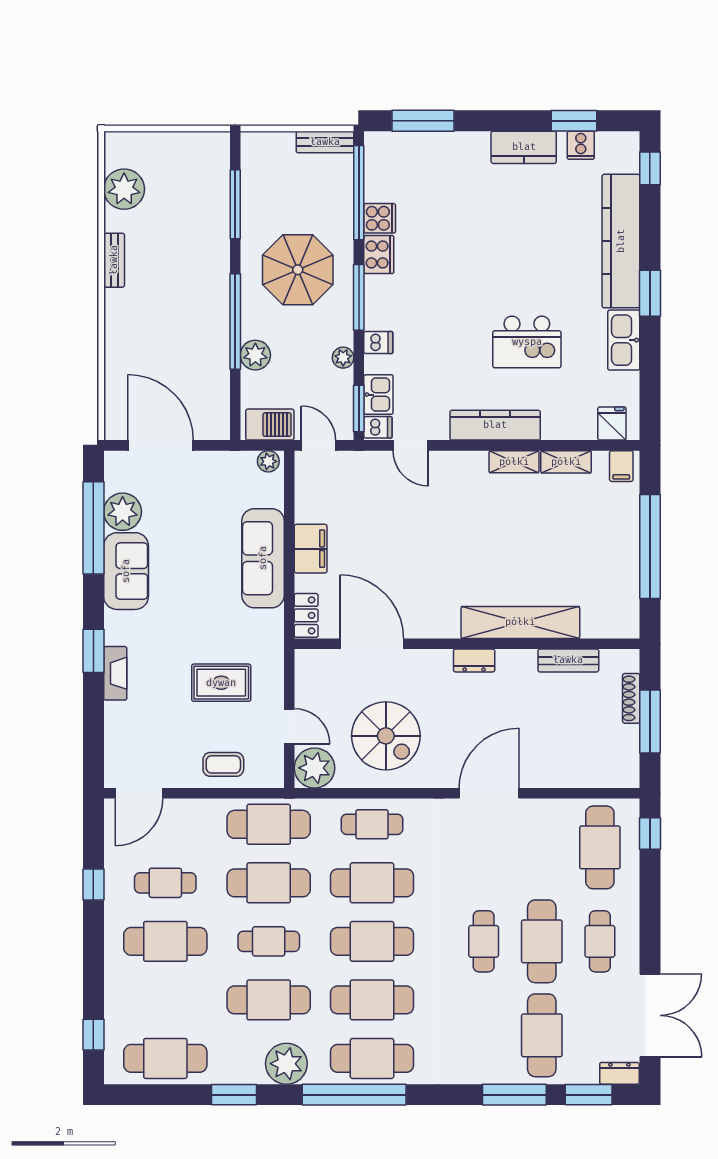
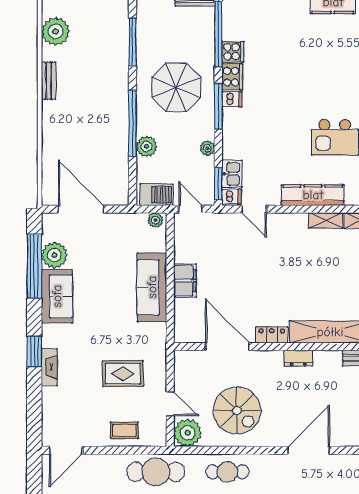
dishwasher: (378, 343) -> (232, 99), moved
locker: (306, 615) -> (272, 335), moved, turned -90

